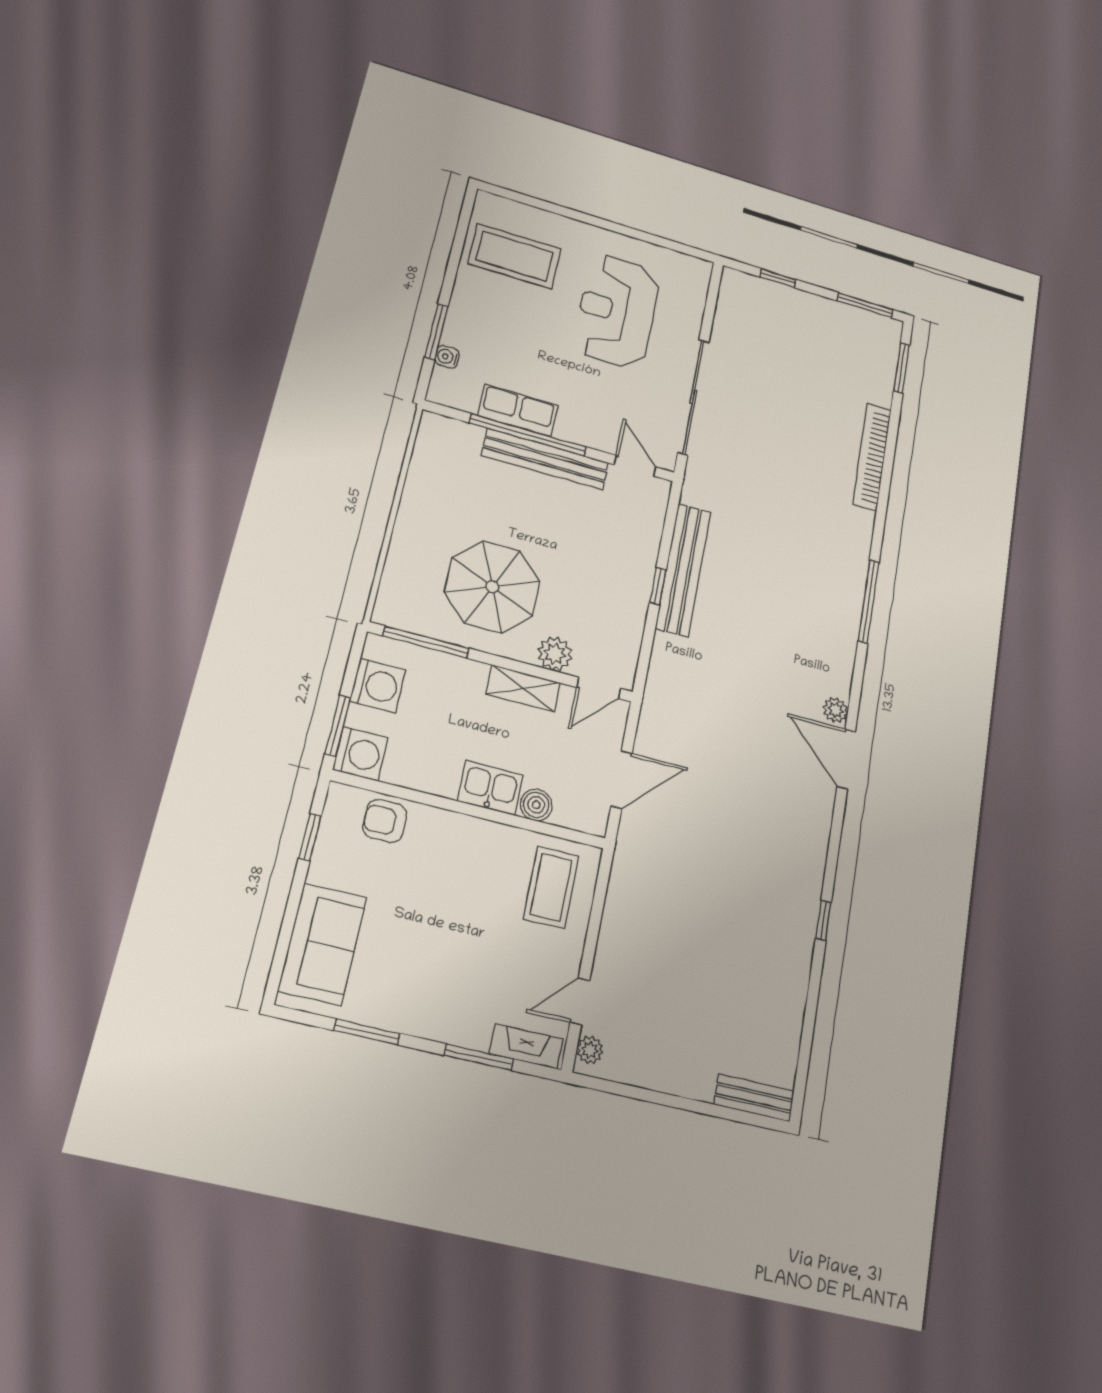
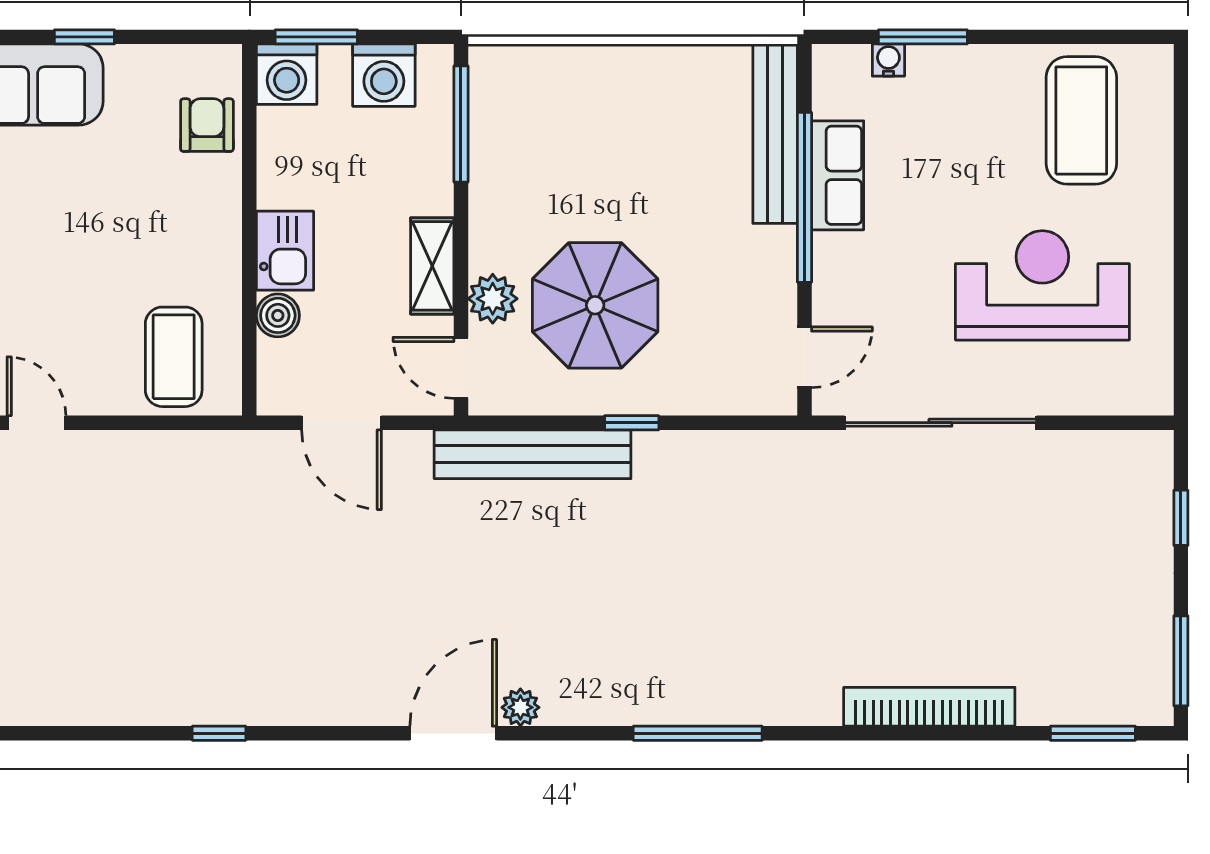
bench: (545, 459) -> (775, 134), moved
bench: (683, 570) -> (533, 454), moved
parasol: (492, 587) -> (595, 305), moved
window: (310, 837) -> (84, 37), moved
coffee table: (551, 887) -> (174, 357), turned 90

